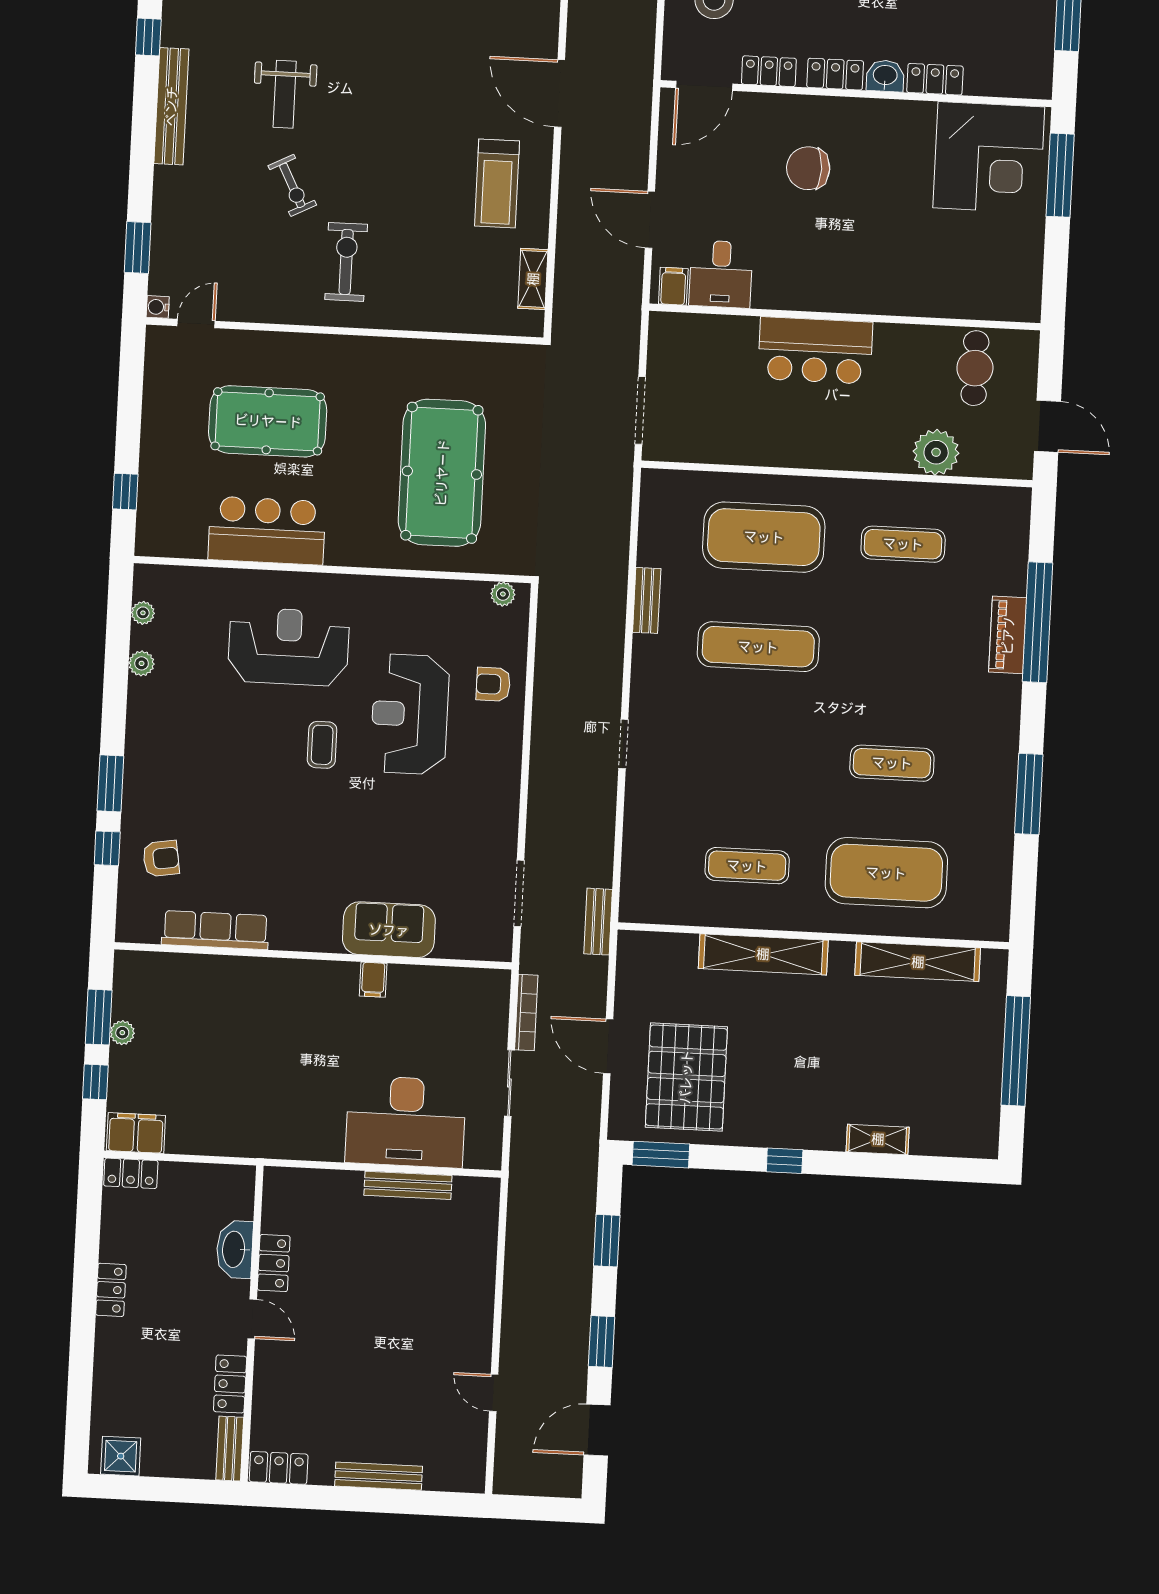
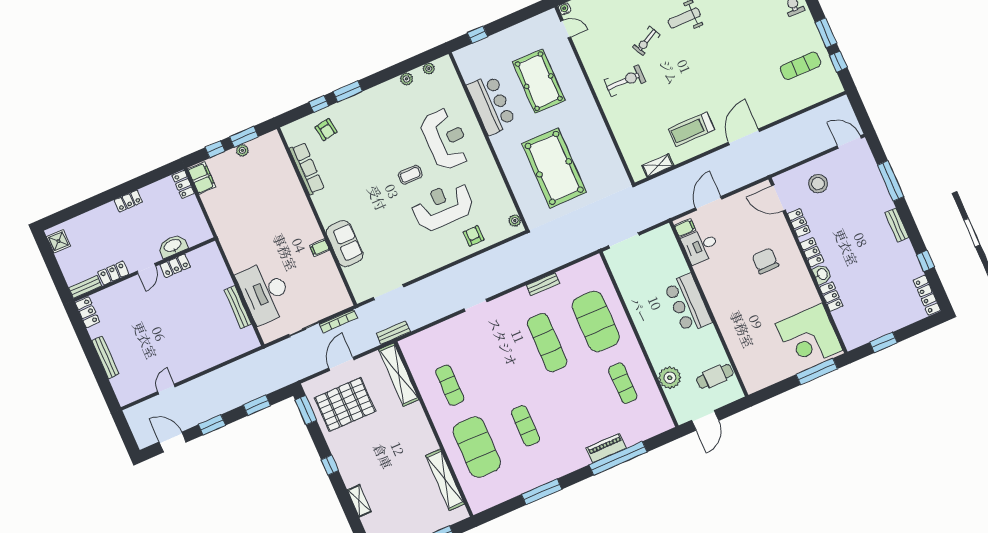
pool table: (442, 473) -> (554, 168), turned 90
shelving: (763, 954) -> (399, 375), moved

